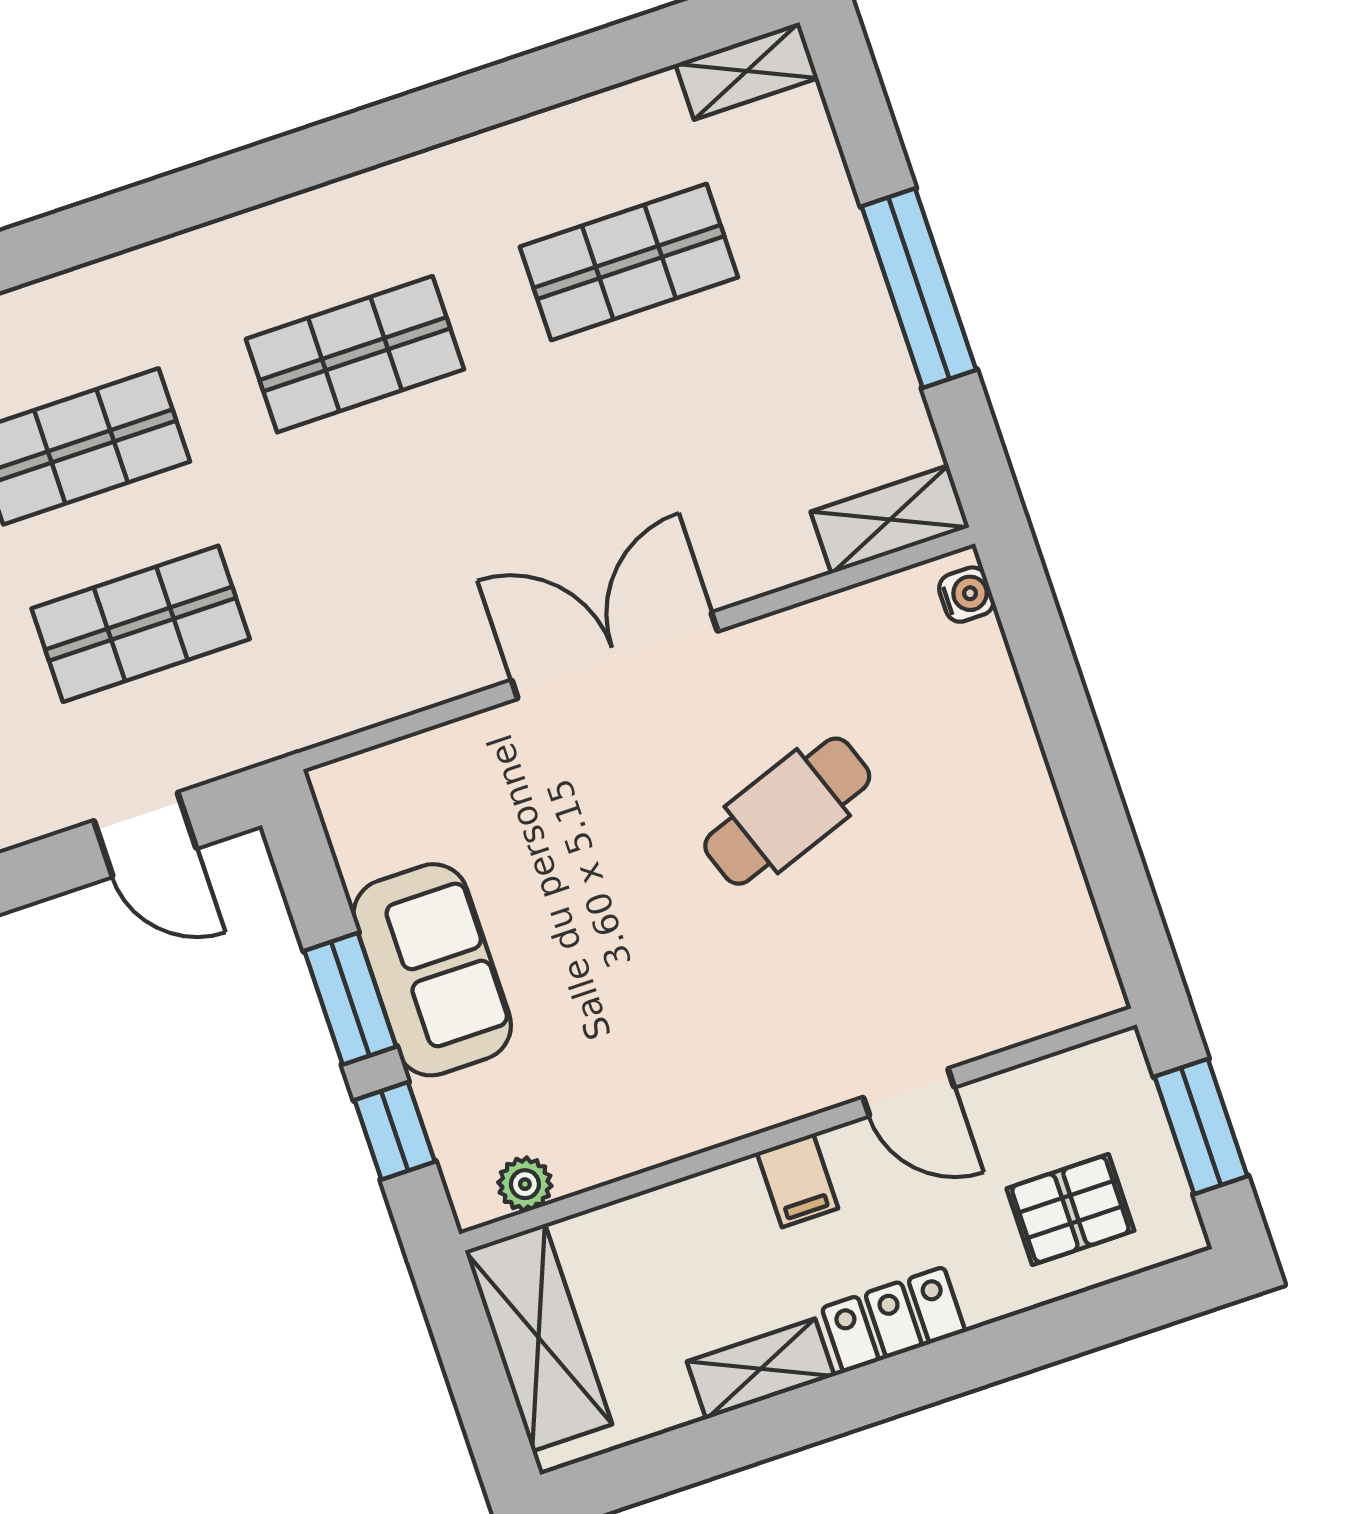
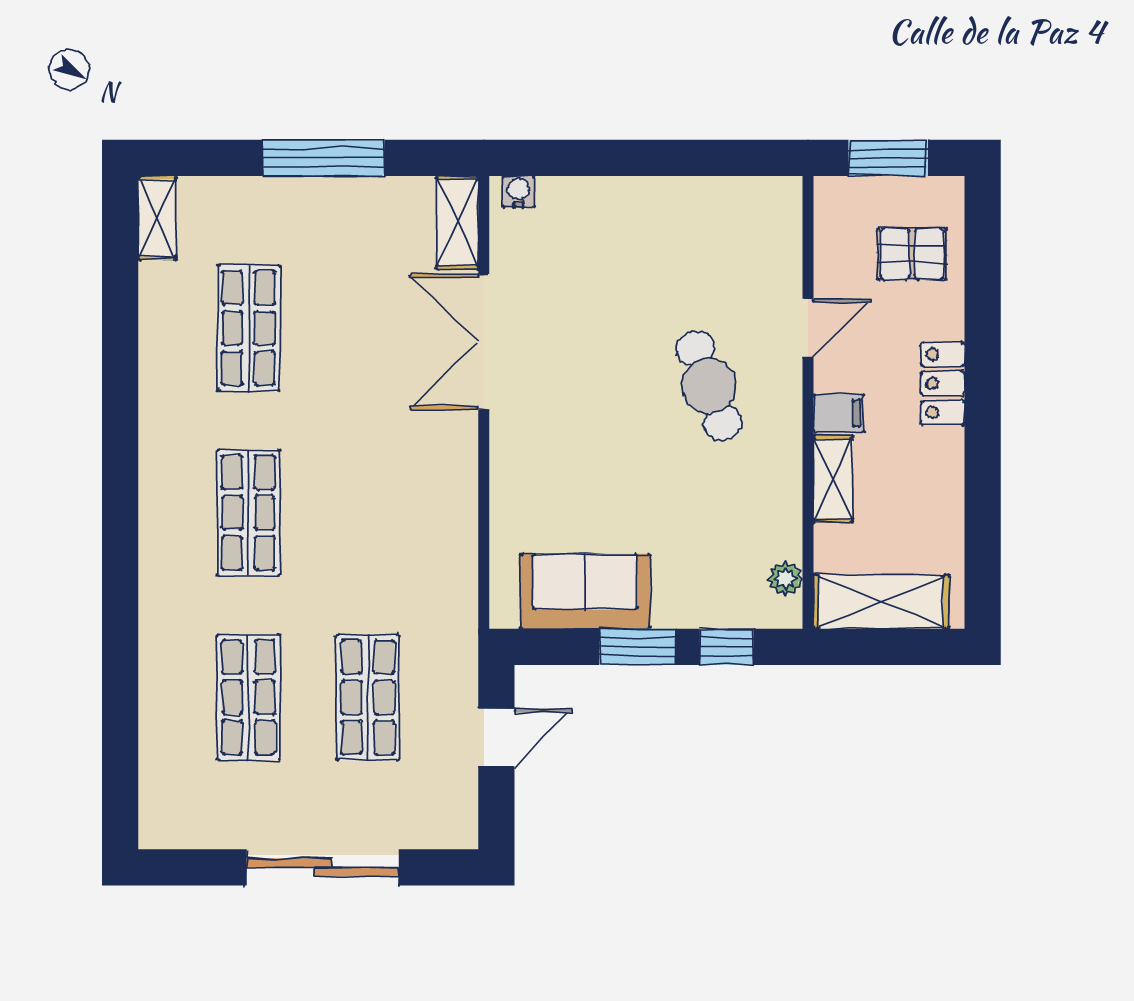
double door: (615, 656) -> (484, 342), moved
cafe table: (787, 811) -> (709, 386), moved
sofa: (432, 970) -> (585, 591), moved
pallet: (1070, 1209) -> (912, 254), turned 90
shelving: (761, 1369) -> (833, 479), moved

